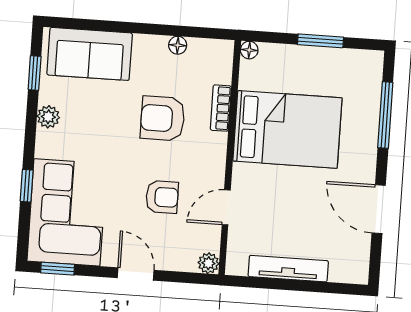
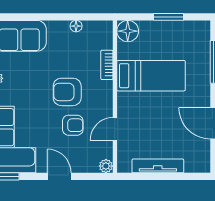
floor lamp: (249, 50) -> (128, 31), width x1.89, depth x1.89
armchair: (163, 118) -> (67, 92), moved
bed: (287, 129) -> (151, 76), width x0.67

